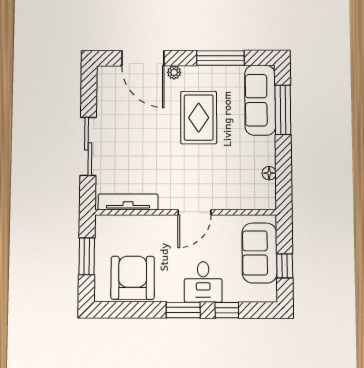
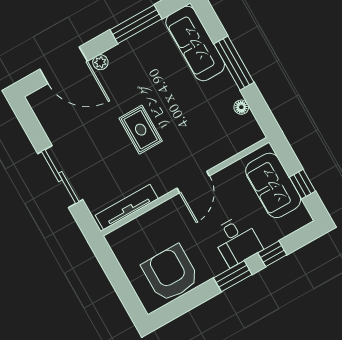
window: (283, 110) -> (234, 63), moved
rug: (199, 118) -> (141, 130), moved, width x0.73, depth x0.70
window: (87, 256) -> (117, 278), removed

